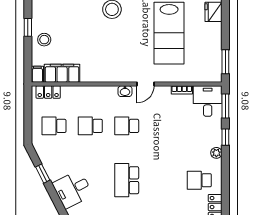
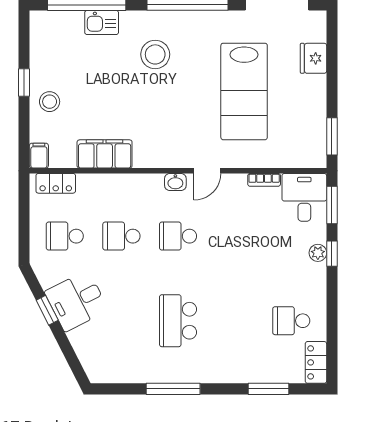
filing cabinet: (62, 73) -> (105, 154), moved
plant: (216, 153) -> (318, 253), moved
desk: (73, 189) -> (77, 301), moved

